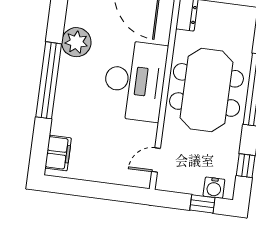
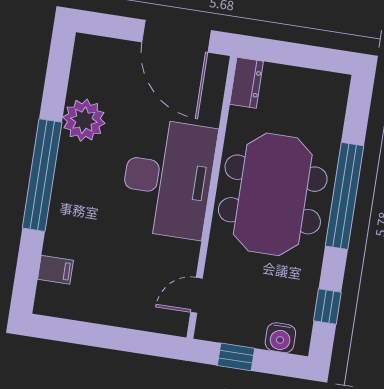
filing cabinet: (58, 153) -> (55, 270), width x0.50
window: (202, 204) -> (236, 357), moved

